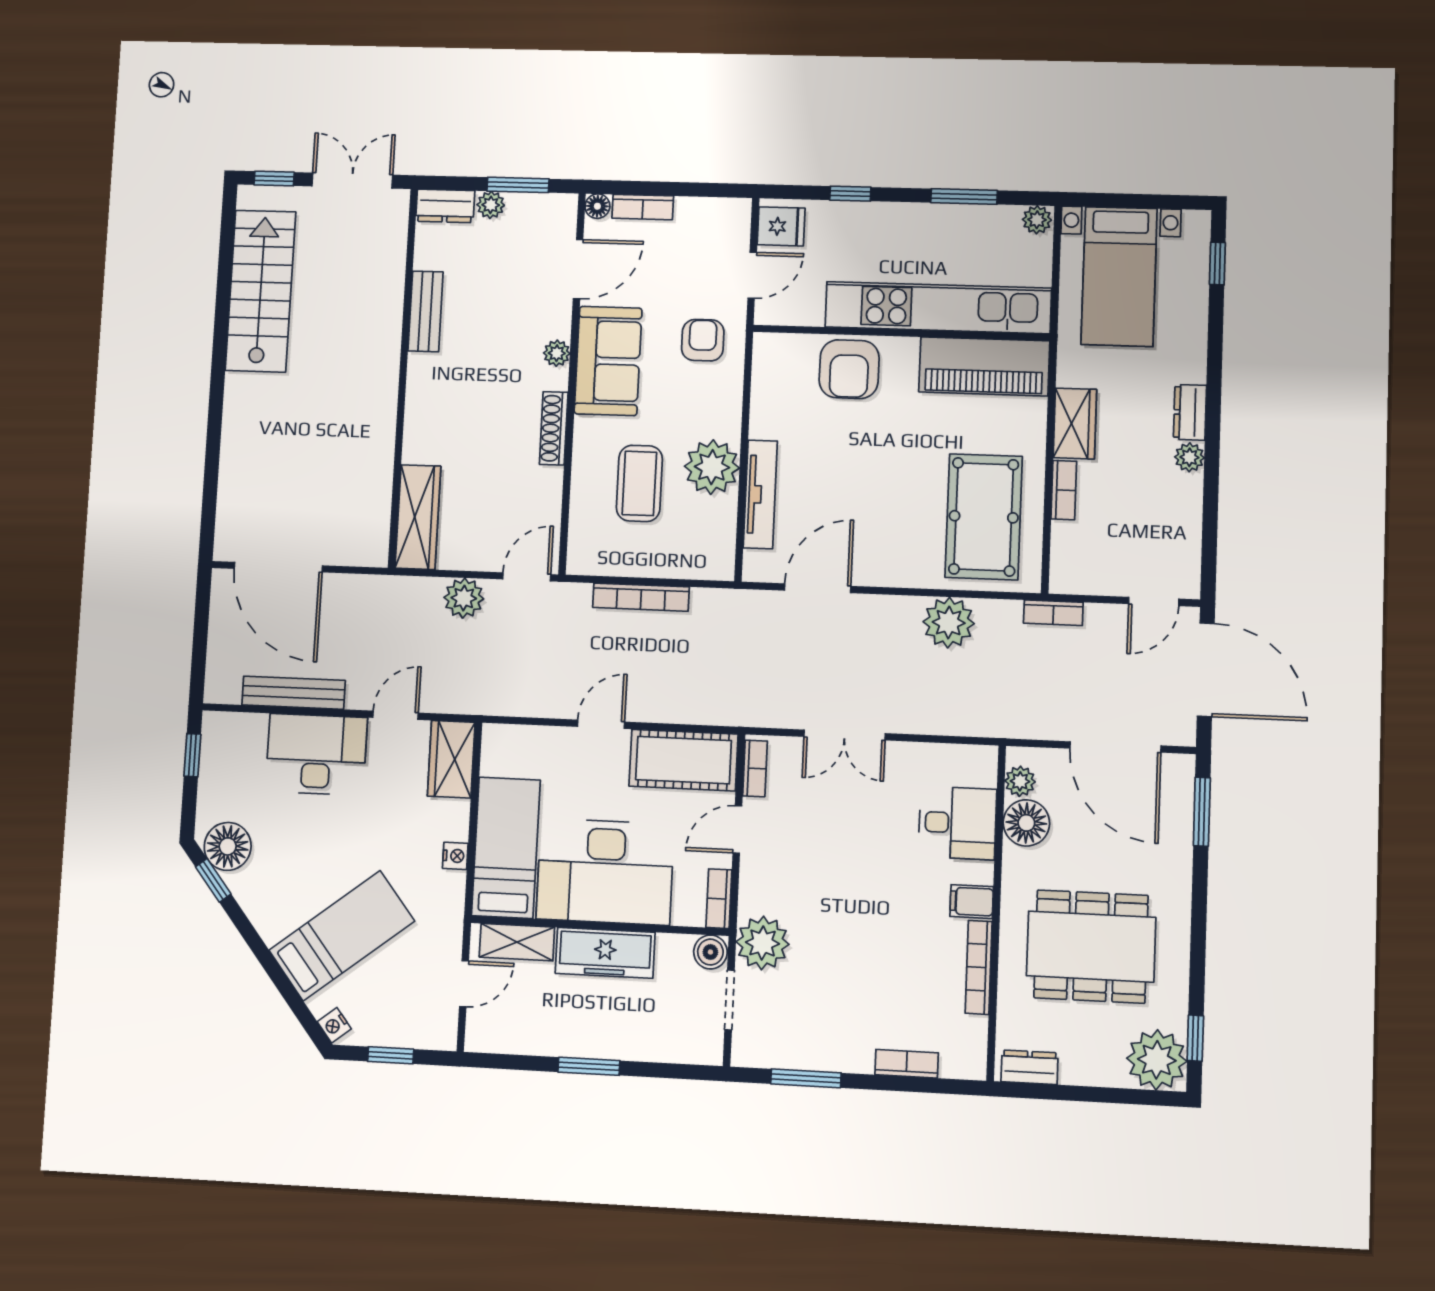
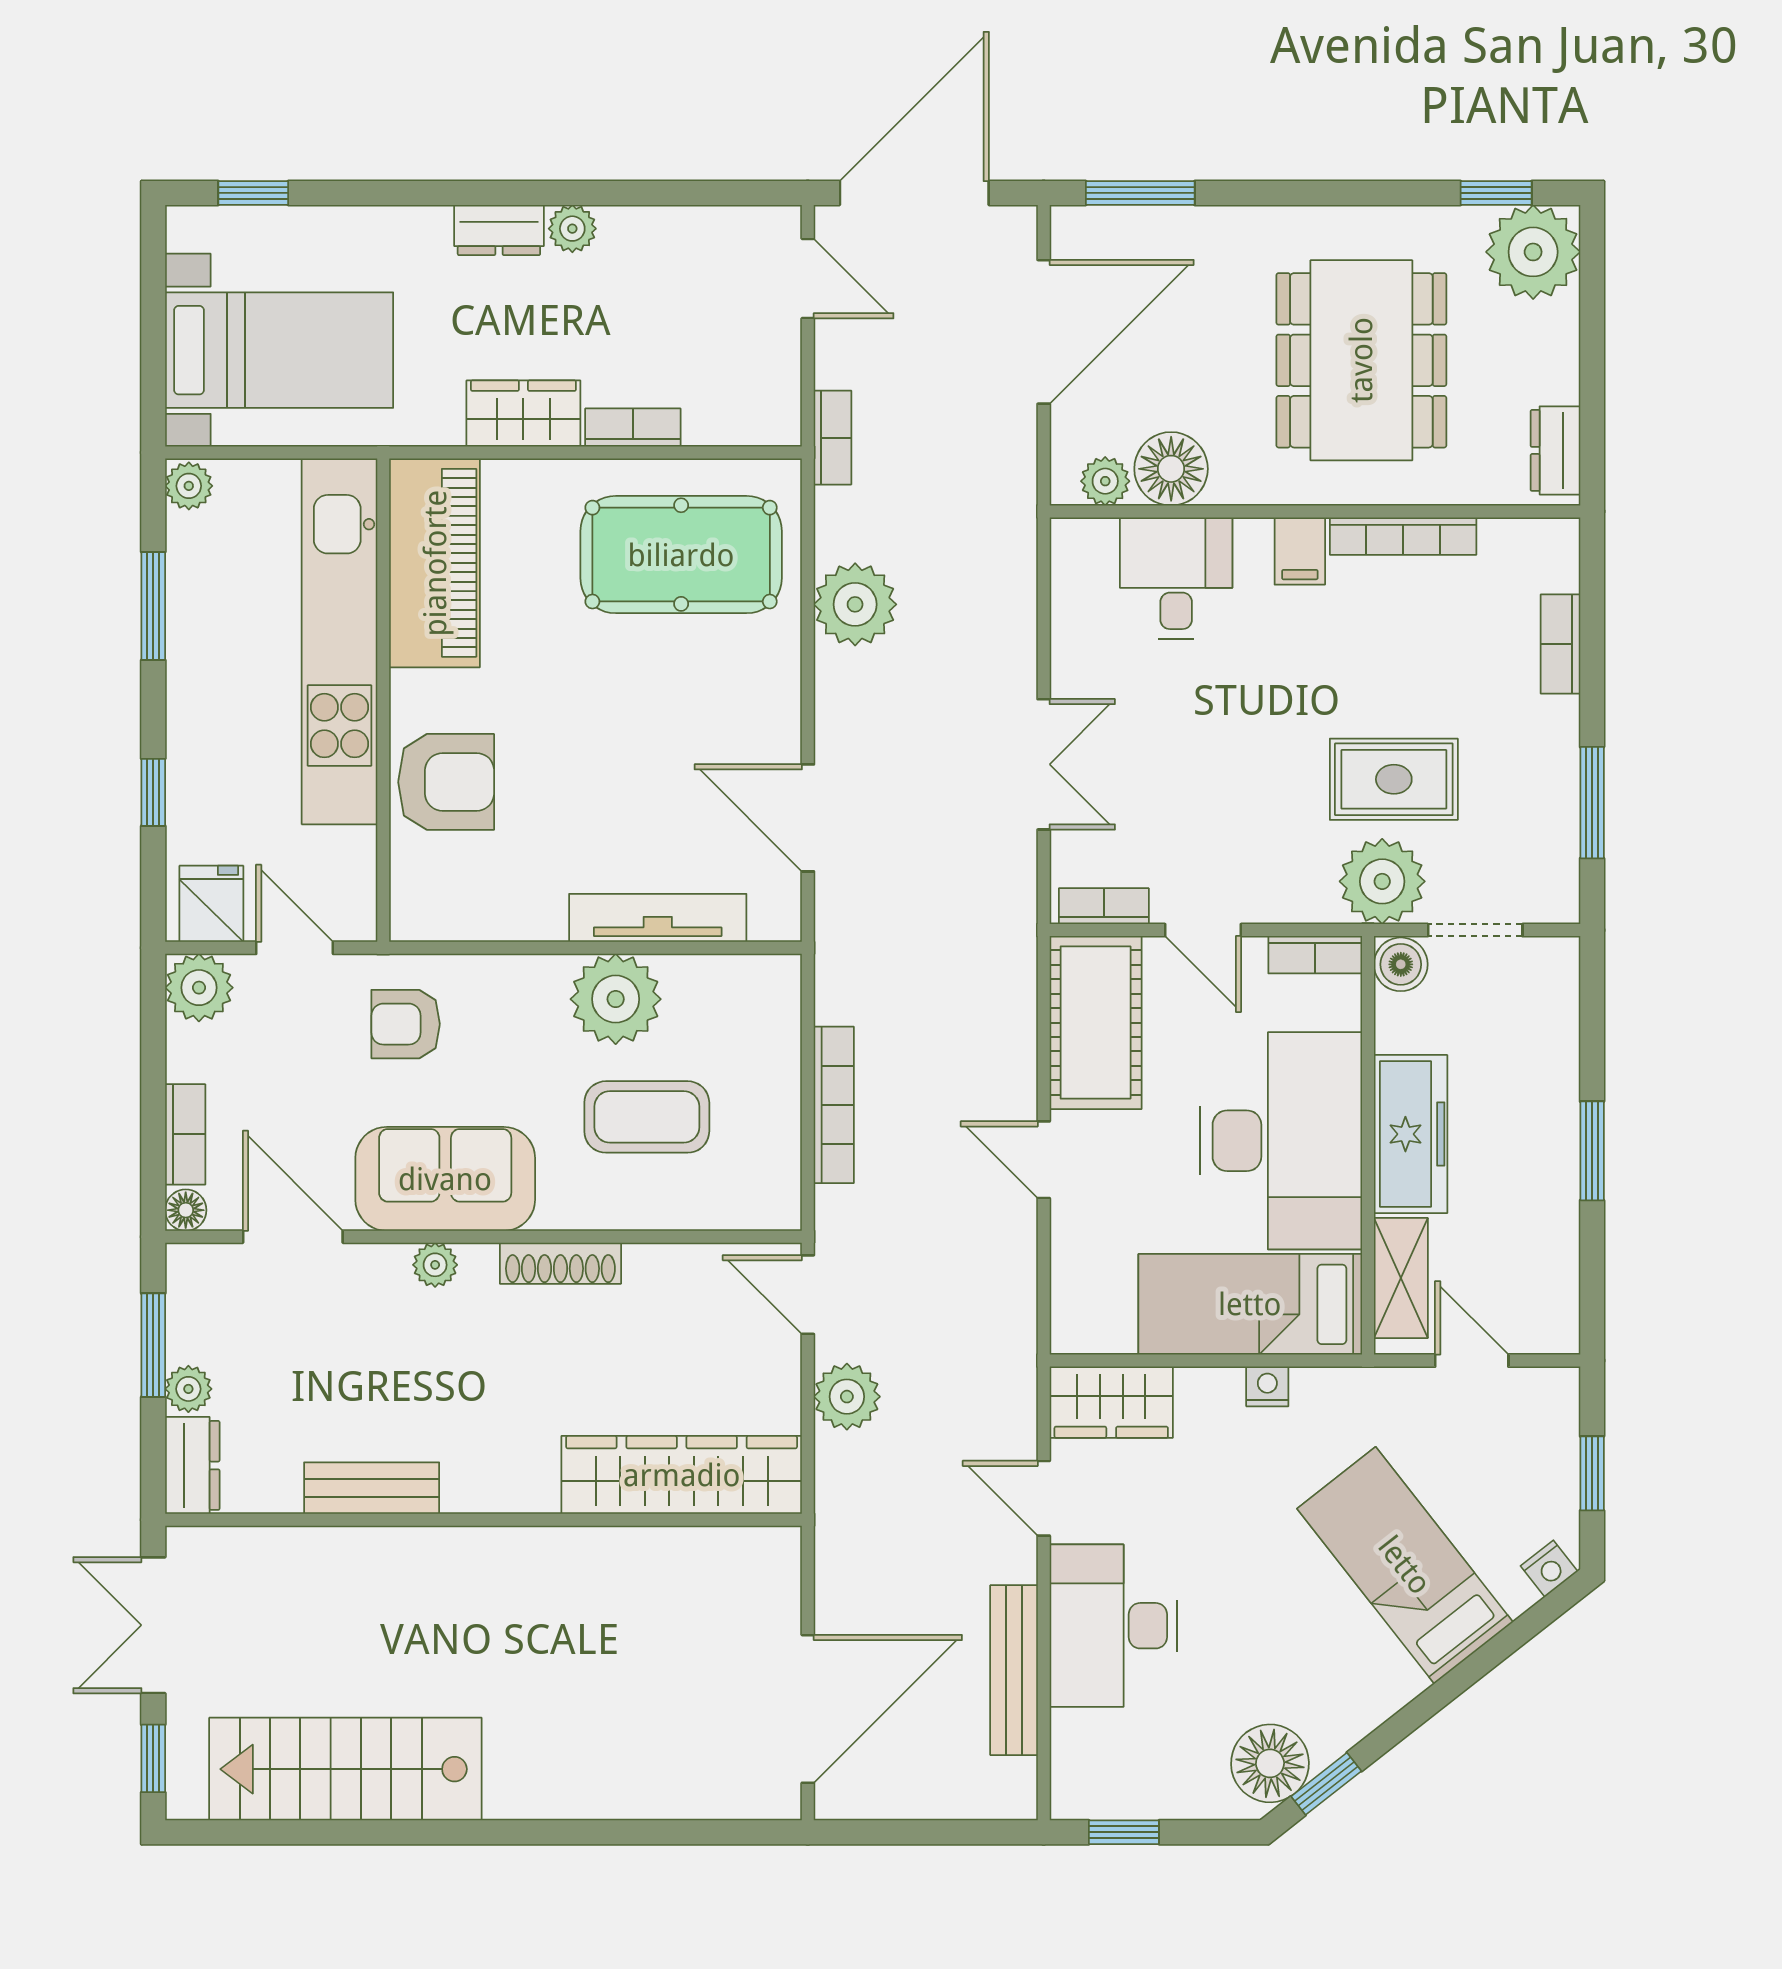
plant: (731, 218) -> (199, 988), added
wardrobe: (418, 517) -> (682, 1475), width x1.40, depth x1.17
rug: (826, 954) -> (1394, 779), added

